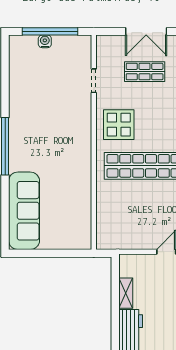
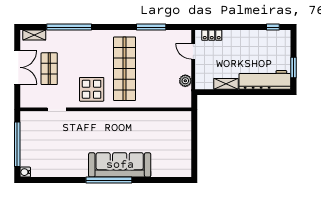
water cooler: (45, 41) -> (25, 172), moved
sofa: (24, 211) -> (120, 165), moved
plant: (129, 242) -> (185, 81), added

